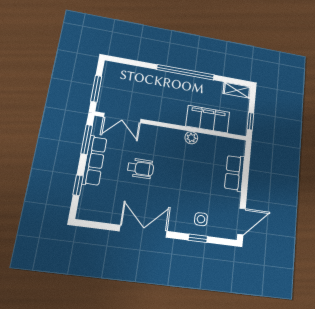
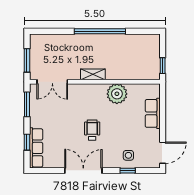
shelving: (237, 90) -> (93, 74), moved
filing cabinet: (208, 119) -> (124, 70), removed
plant: (191, 138) -> (117, 94), width x1.87, depth x1.87
row of seats: (94, 161) -> (36, 148), moved
wheelchair: (141, 168) -> (92, 130), moved, turned -90

